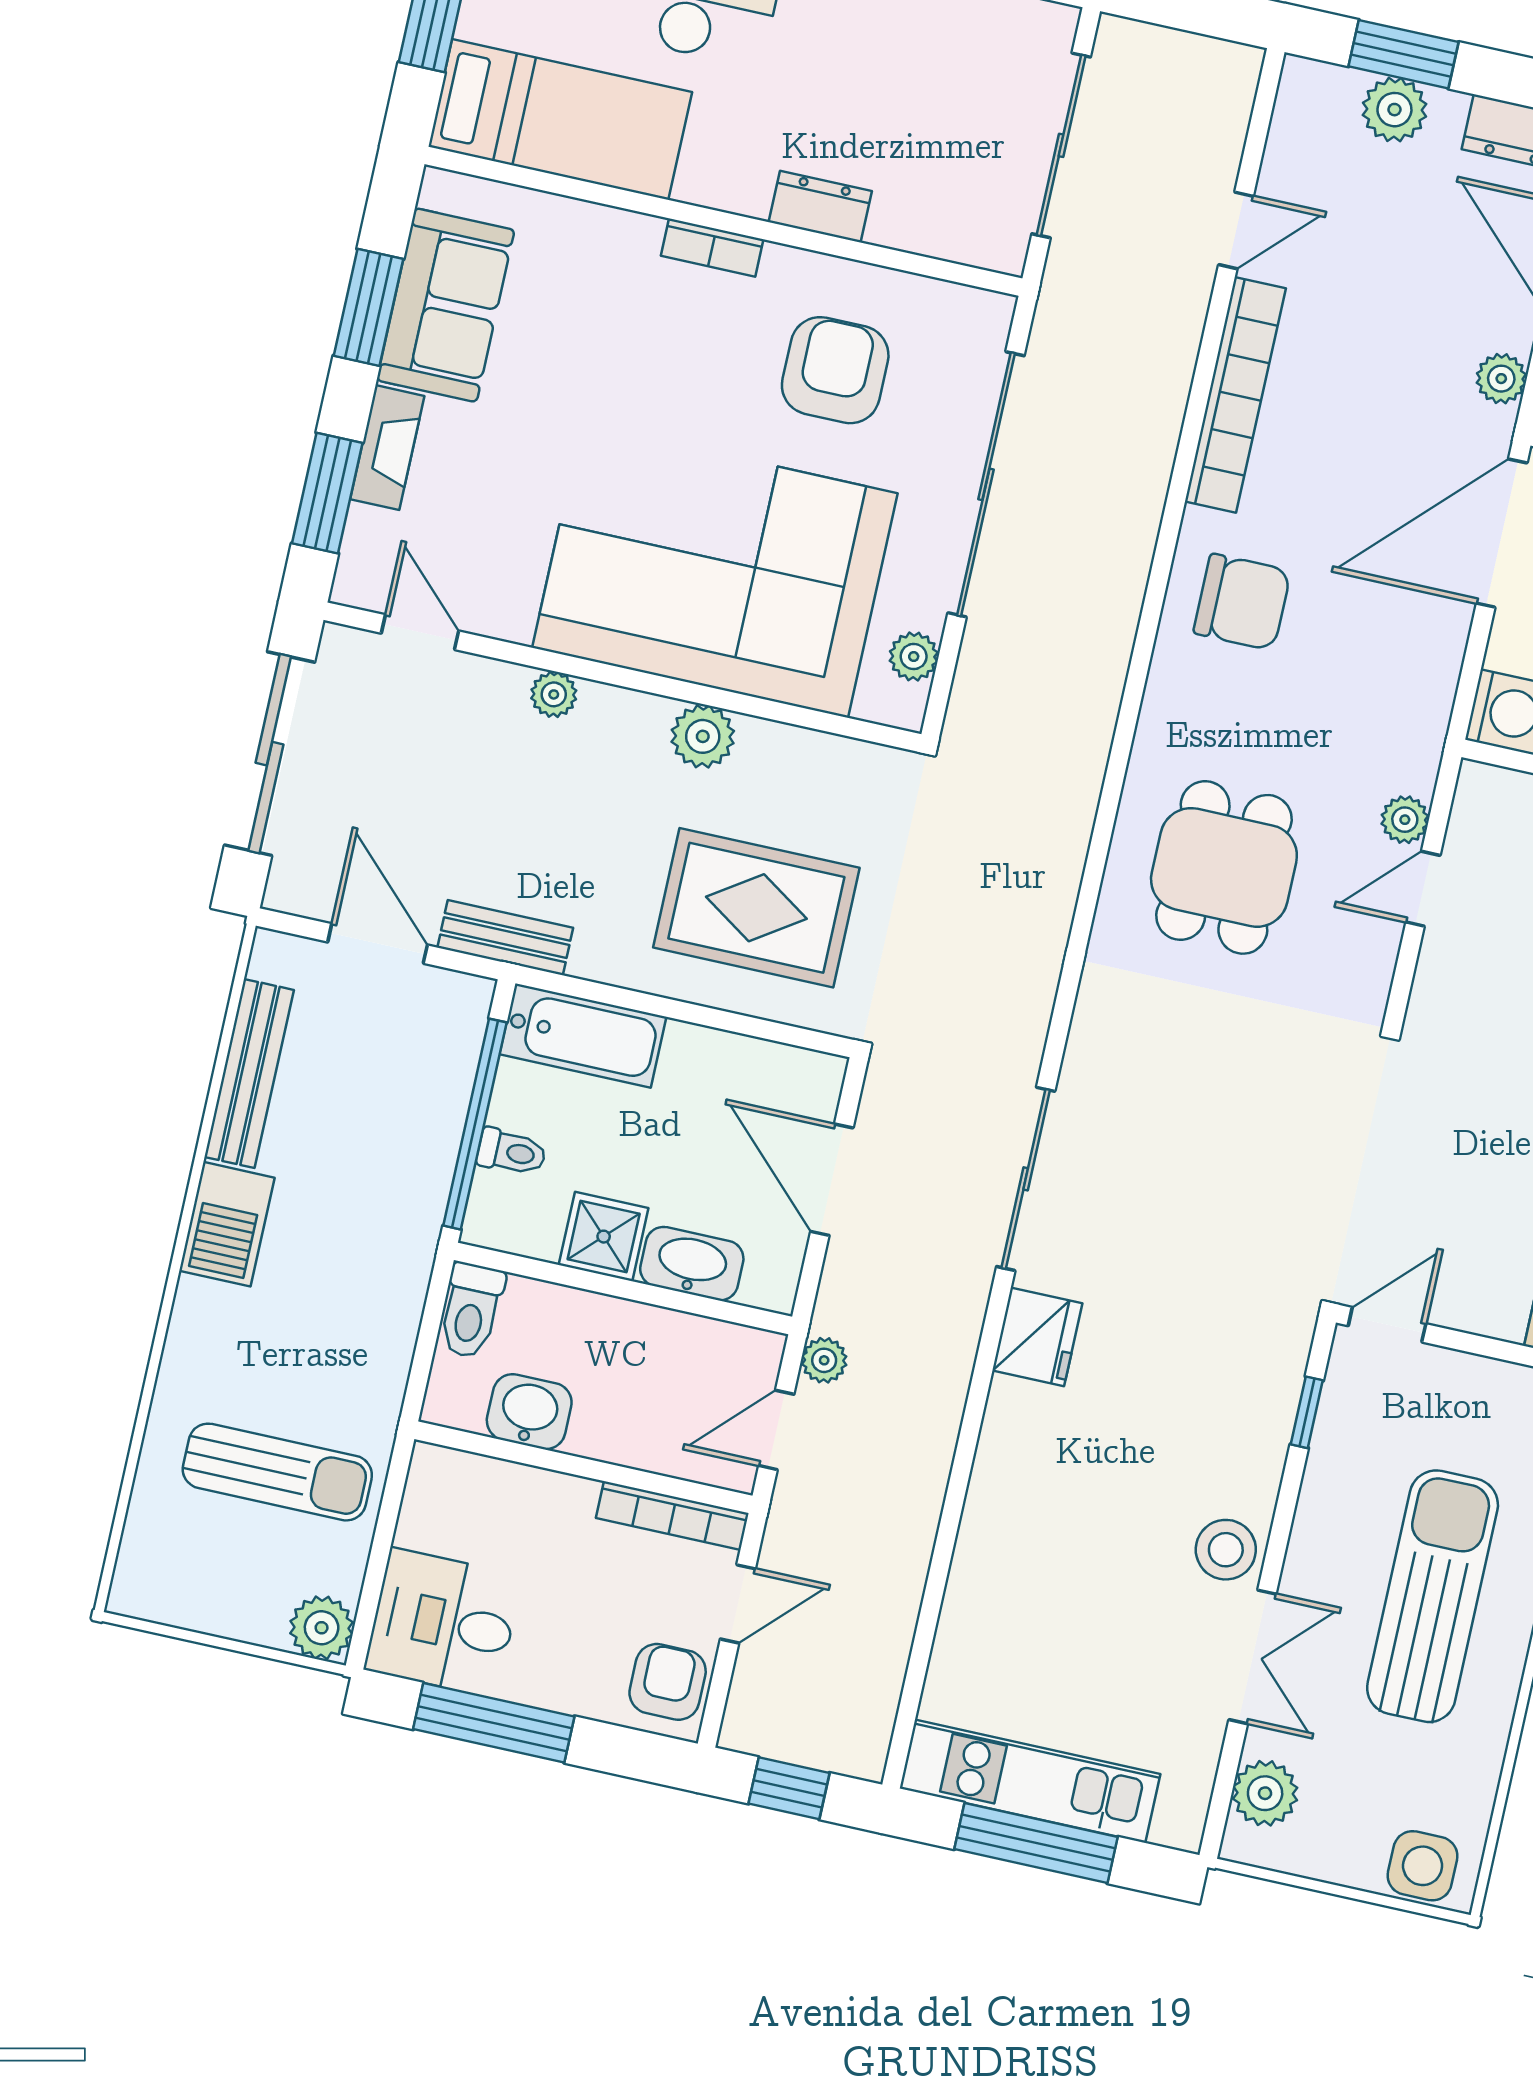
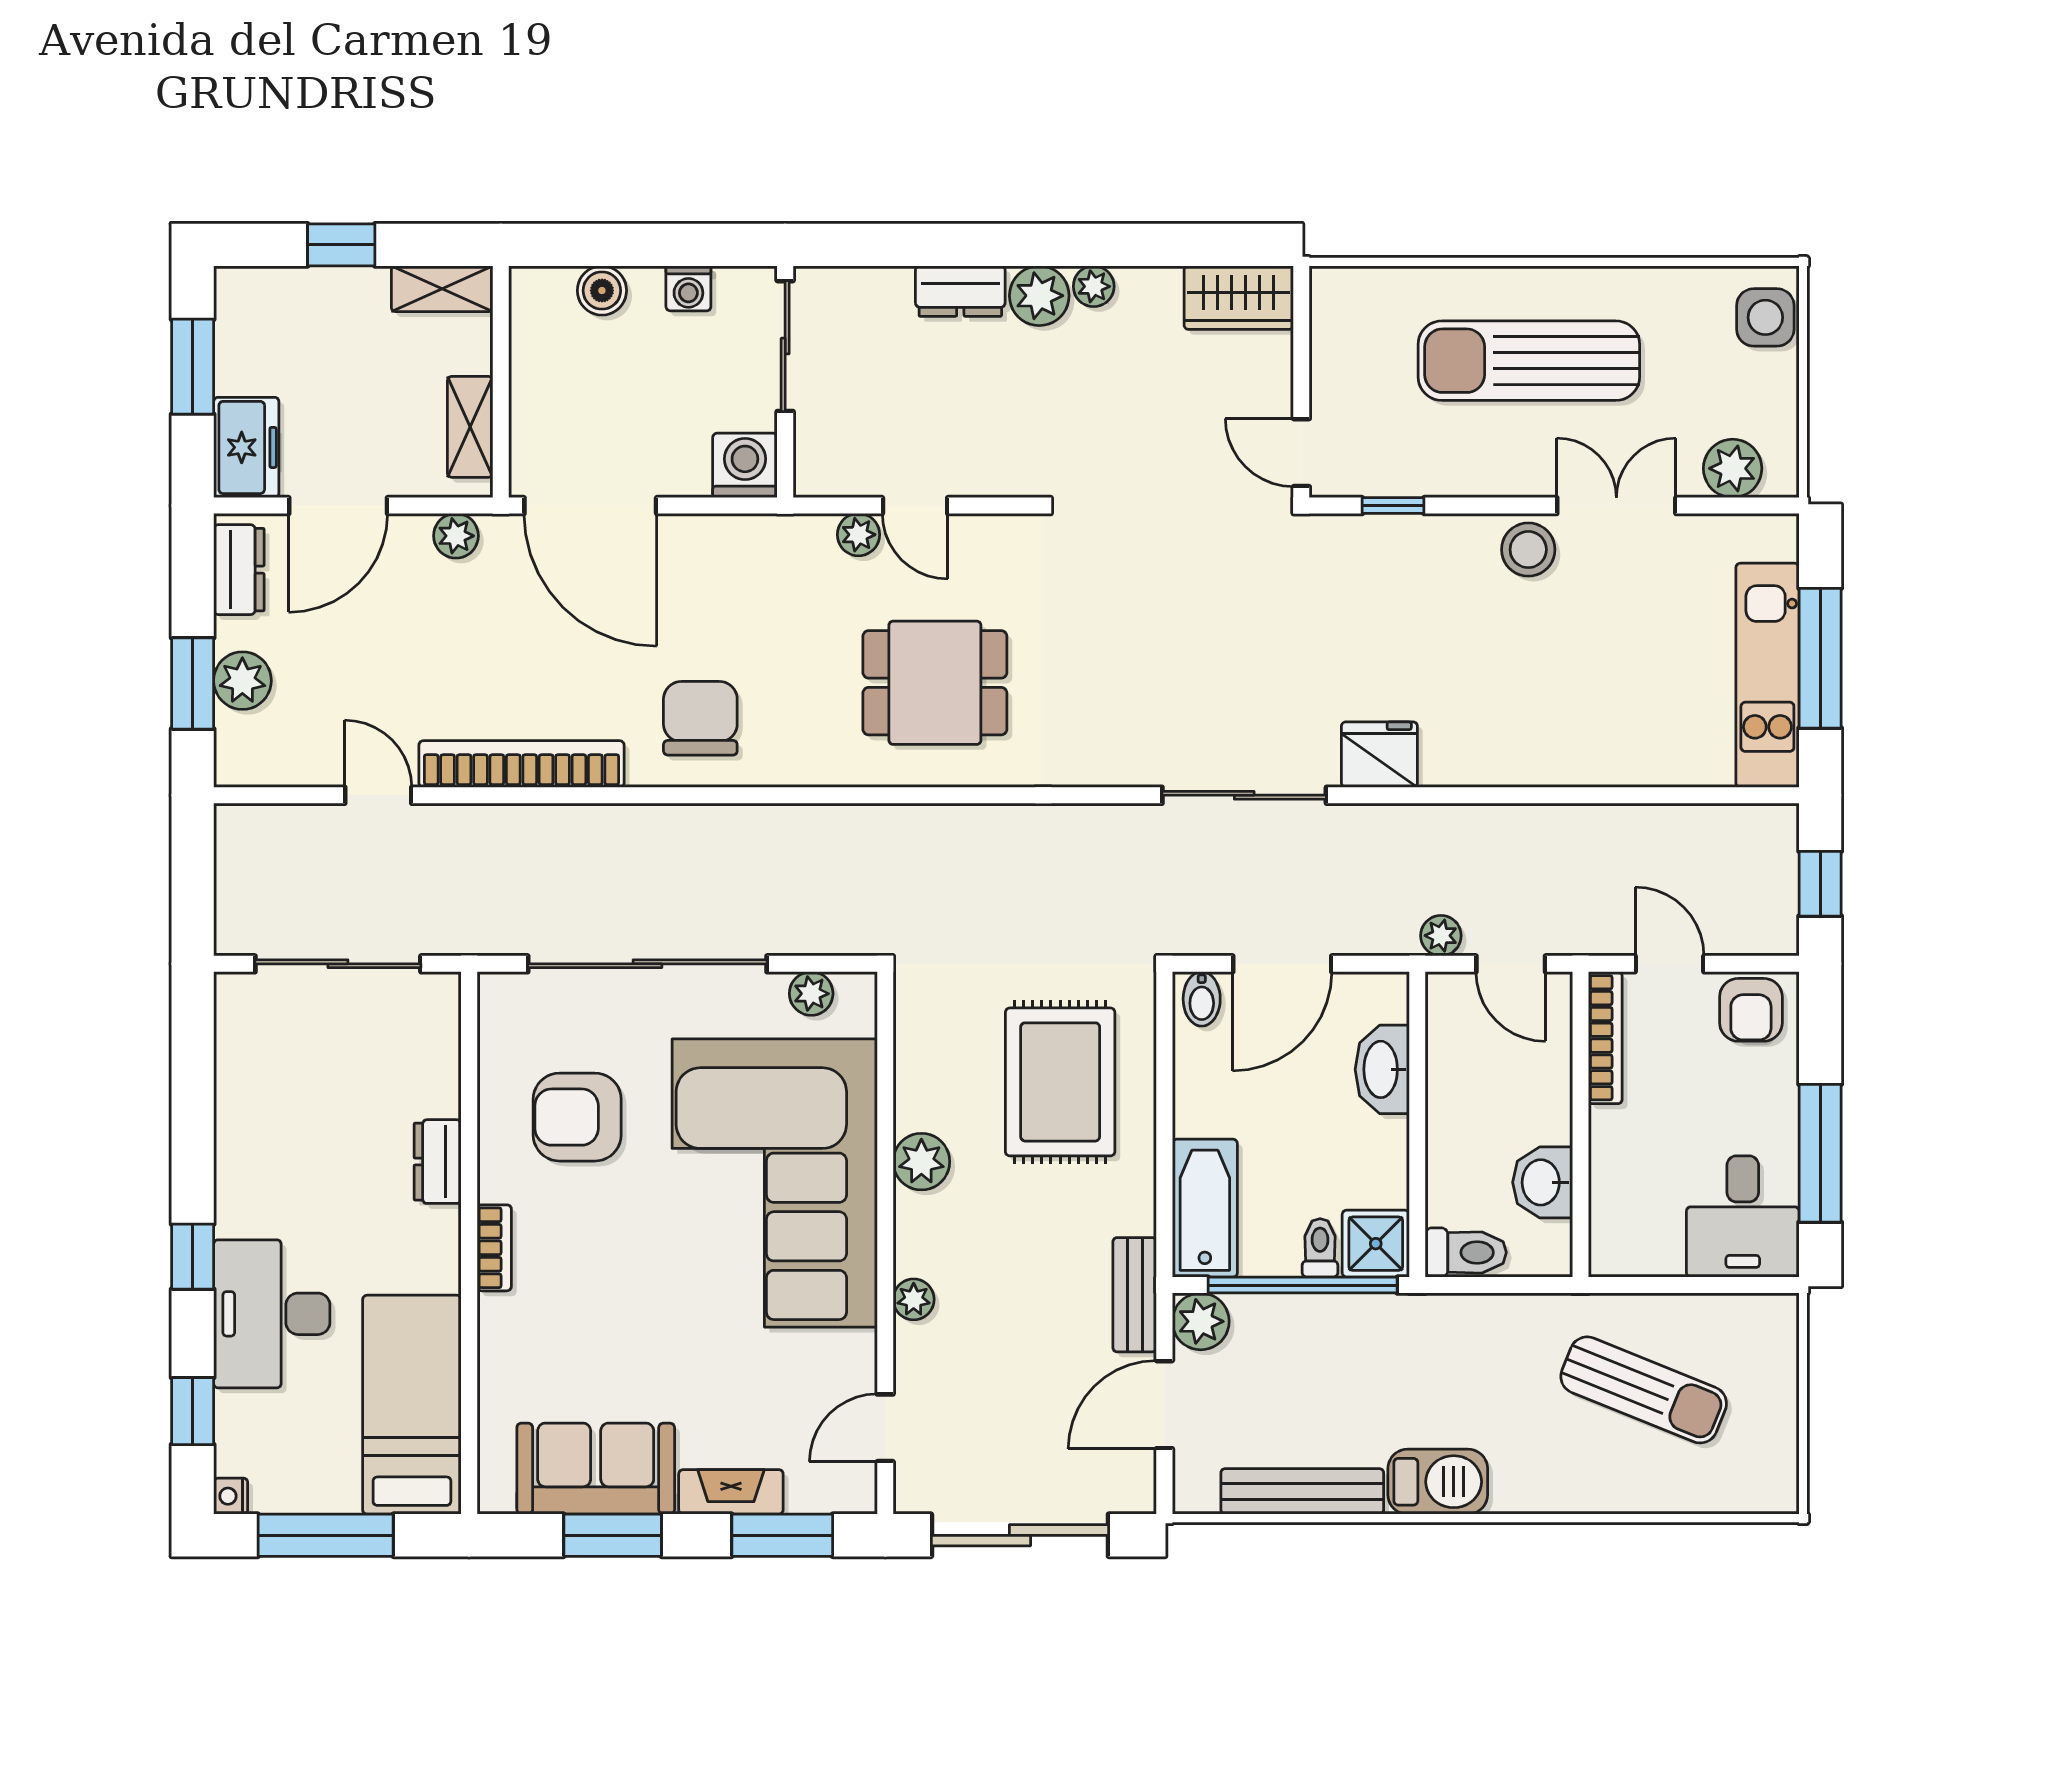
bidet: (813, 1083) -> (1202, 999), added
shower: (604, 1237) -> (1376, 1244), moved
sun lounger: (277, 1472) -> (1644, 1390), turned 112
plant: (322, 1628) -> (1201, 1321), moved
armchair: (668, 1682) -> (1751, 1010), turned -90

